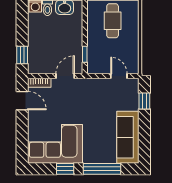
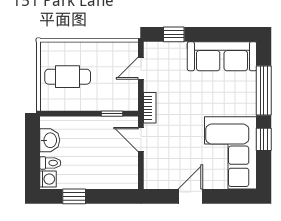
window: (22, 55) -> (74, 196), moved
bookcase: (39, 83) -> (150, 108), moved
door: (22, 101) -> (190, 196), moved

